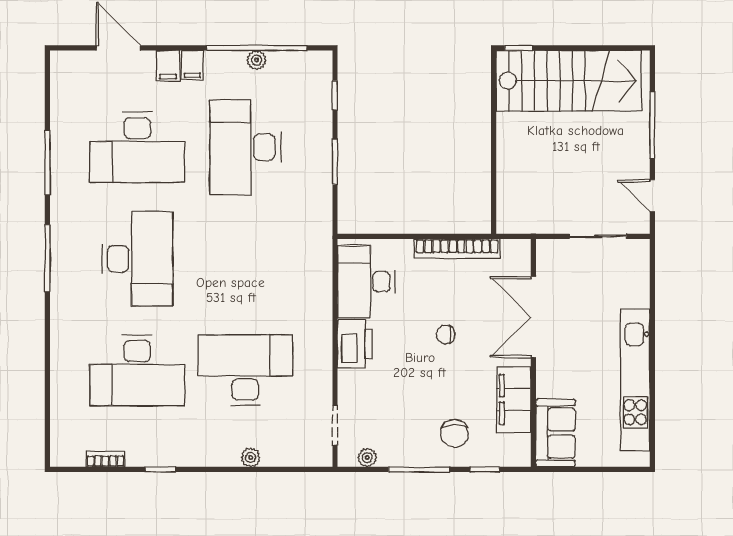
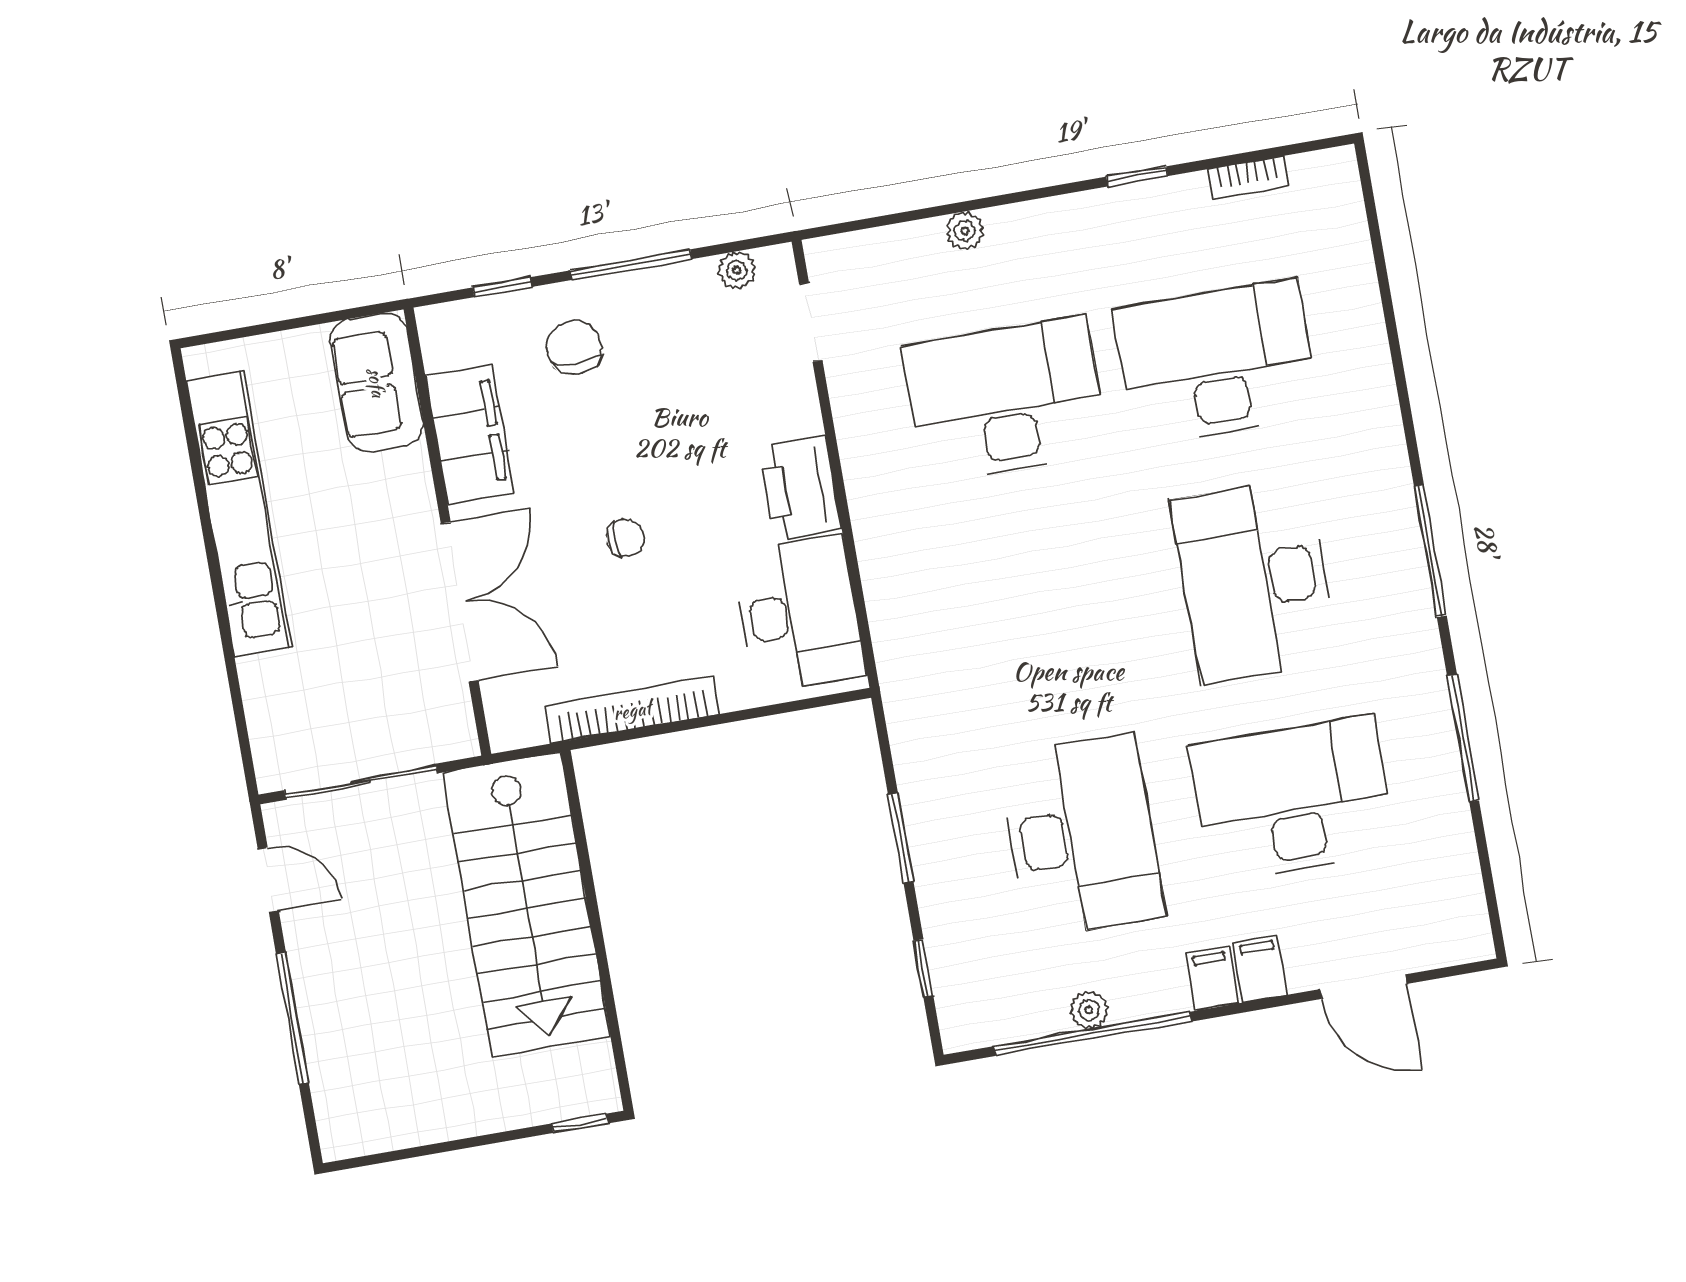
stairs: (569, 81) -> (526, 905), moved, turned -90
sliding door: (598, 236) -> (361, 782), width x1.37
desk: (245, 370) -> (1005, 399), turned 180

